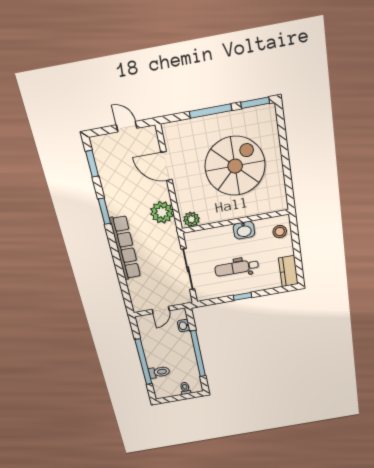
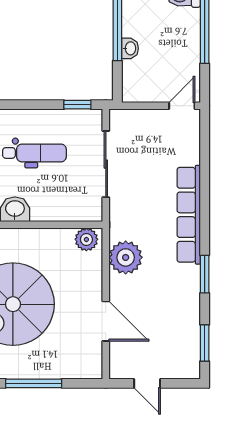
window: (243, 296) -> (77, 105), moved
door: (161, 310) -> (182, 106), moved
washbasin: (184, 326) -> (130, 48), moved

